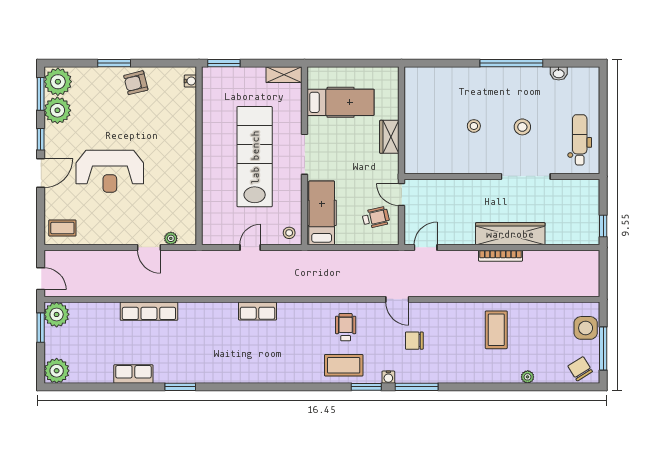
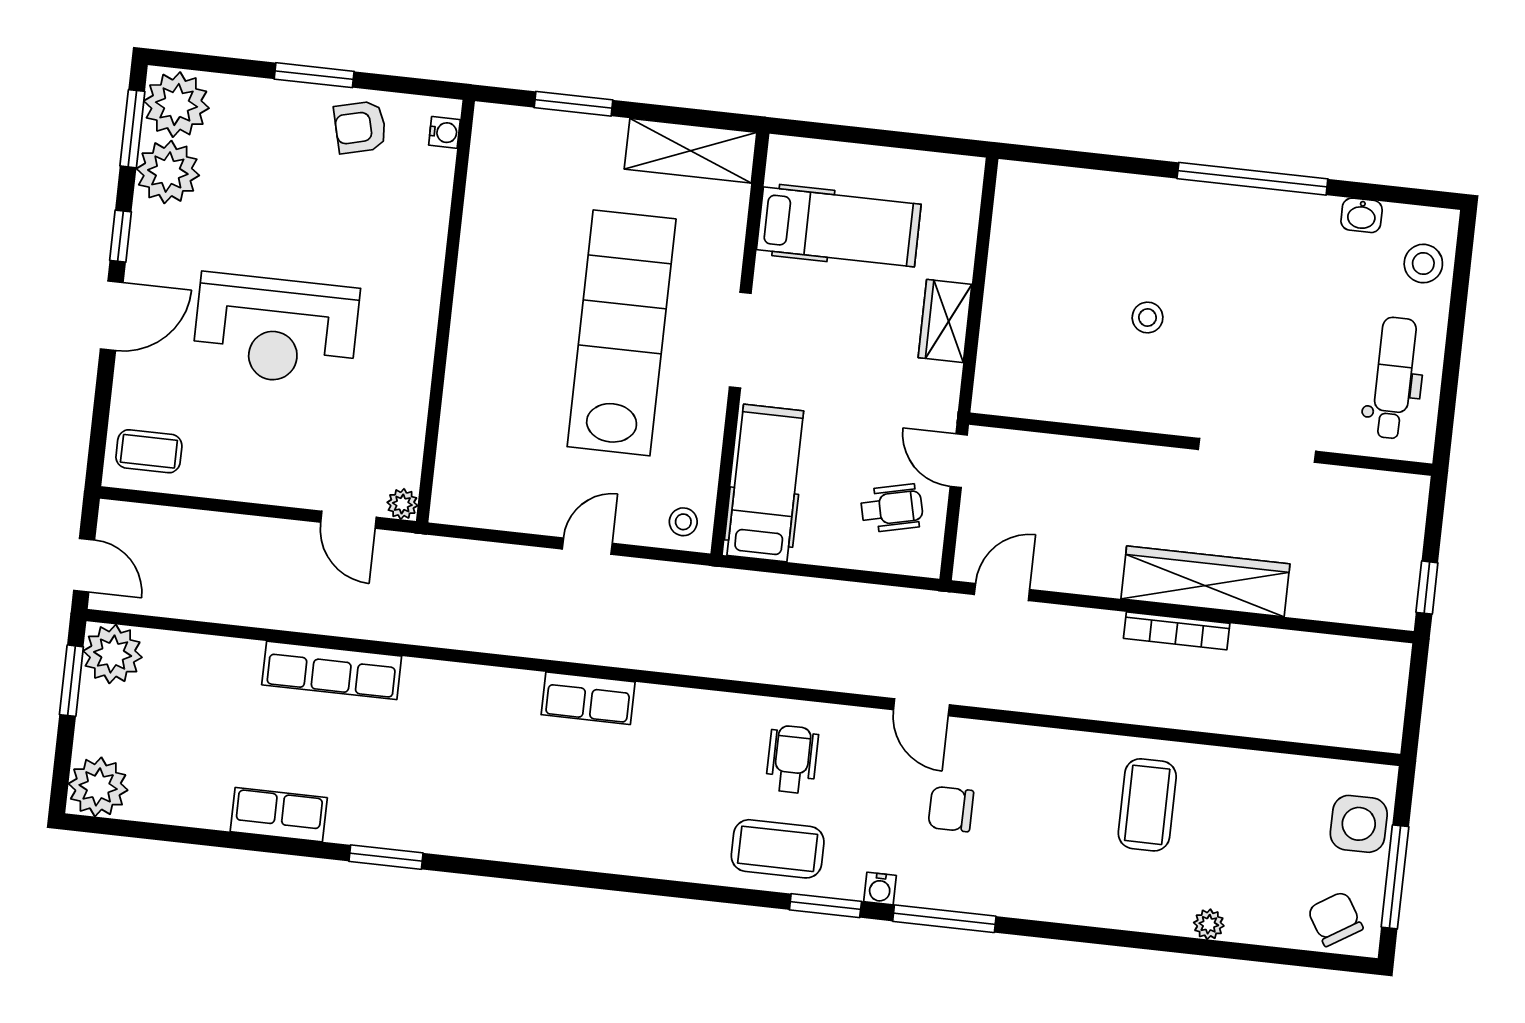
shelving: (284, 75) -> (691, 151), width x1.50, depth x1.33
water cooler: (190, 81) -> (444, 132), moved
stool: (522, 127) -> (1423, 264), moved
wall: (199, 156) -> (445, 311), moved

